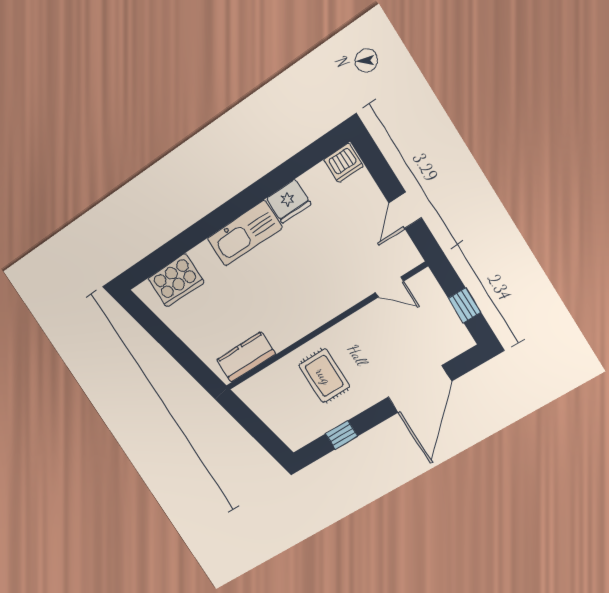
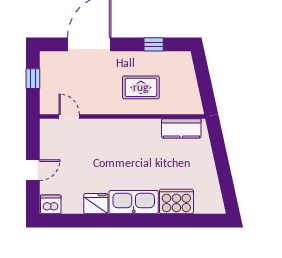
door: (405, 210) -> (33, 170), moved
cooker: (176, 280) -> (176, 201), moved
rug: (324, 376) -> (141, 87), turned 90

